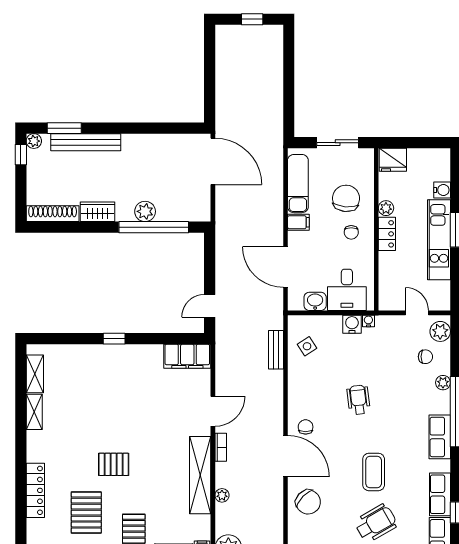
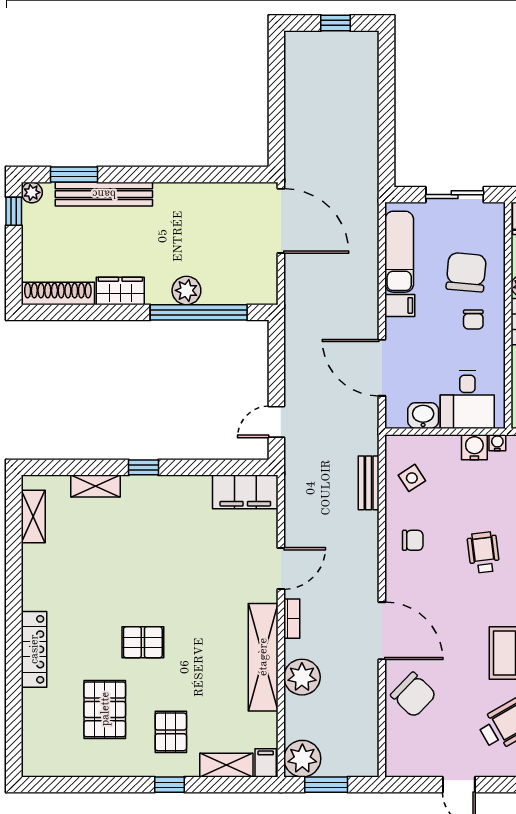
shelving: (34, 412) -> (96, 486), moved, turned 90
chair: (306, 427) -> (413, 540), moved, turned 90
locker: (35, 490) -> (34, 649), moved
plant: (222, 495) -> (302, 677), width x1.88, depth x1.88

